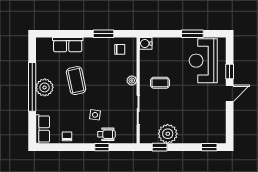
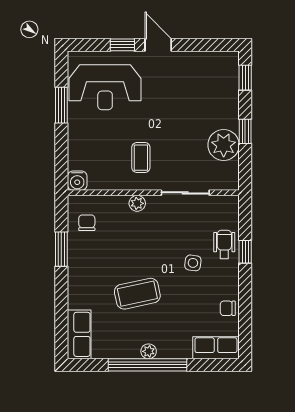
row of seats: (68, 45) -> (79, 334), moved
plant: (45, 87) -> (149, 351), width x0.53, depth x0.53
window: (160, 147) -> (245, 131), moved

